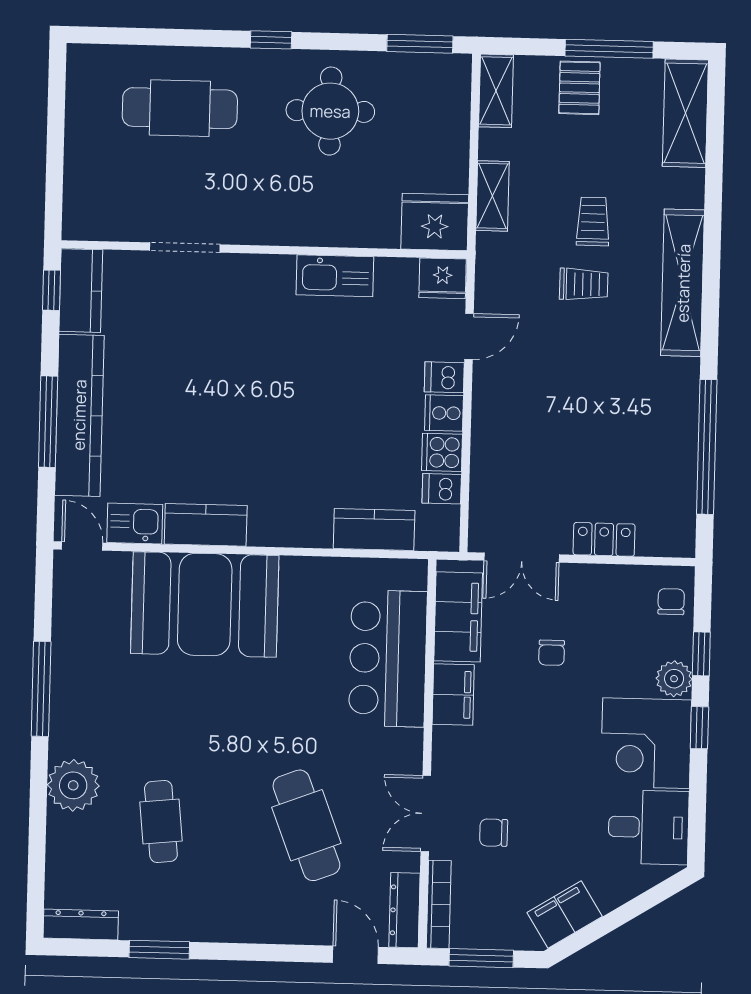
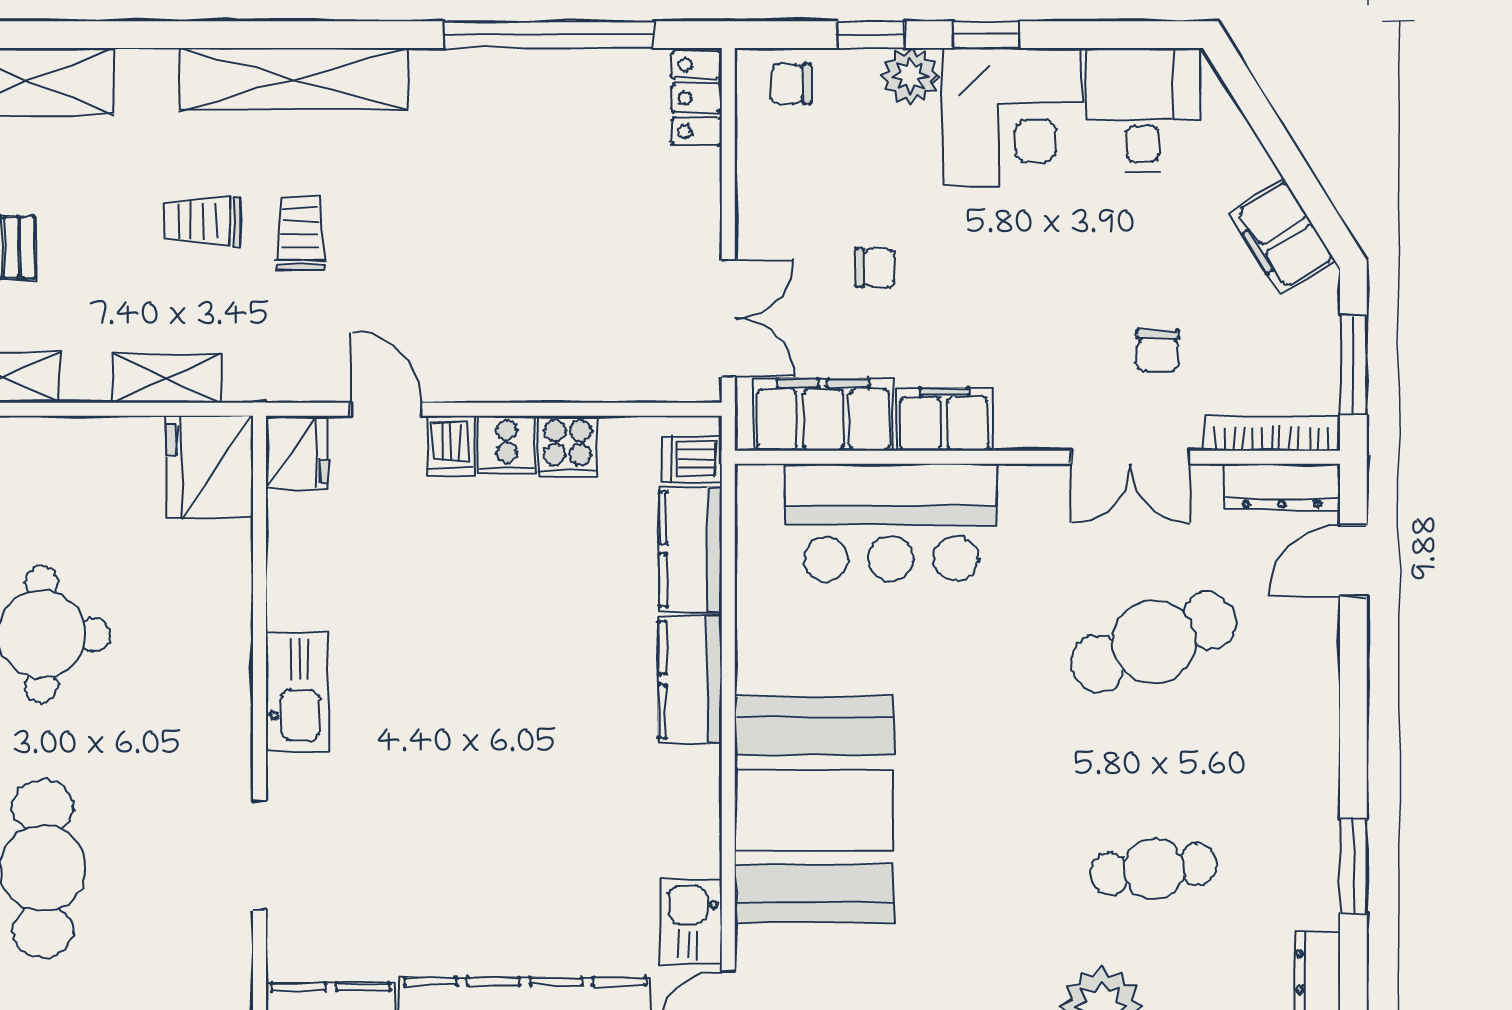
kitchen sink: (335, 276) -> (297, 692), moved
dishwasher: (442, 489) -> (692, 459), moved, turned 90
kitchen counter: (206, 525) -> (690, 679), moved
locker: (604, 539) -> (697, 98), moved

